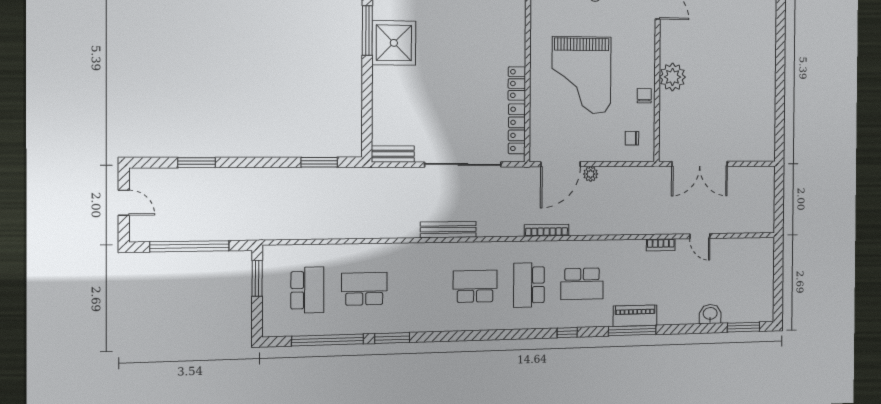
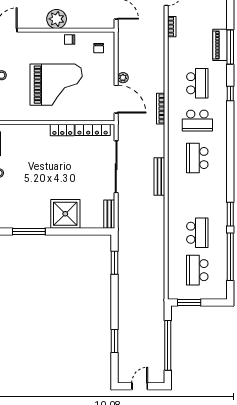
shower: (394, 43) -> (65, 214), moved
school desk: (364, 289) -> (197, 233), turned 180
school desk: (307, 290) -> (197, 270), turned -90

